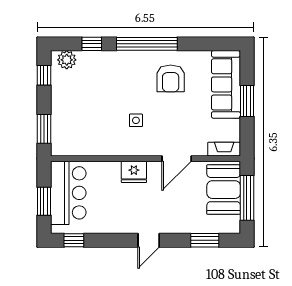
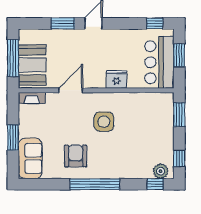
window: (92, 44) -> (155, 184), moved
sofa: (226, 84) -> (30, 158), width x0.73
side table: (136, 120) -> (104, 122), width x1.87, depth x1.87
fridge: (134, 172) -> (117, 79), moved
window: (205, 240) -> (63, 23), moved

